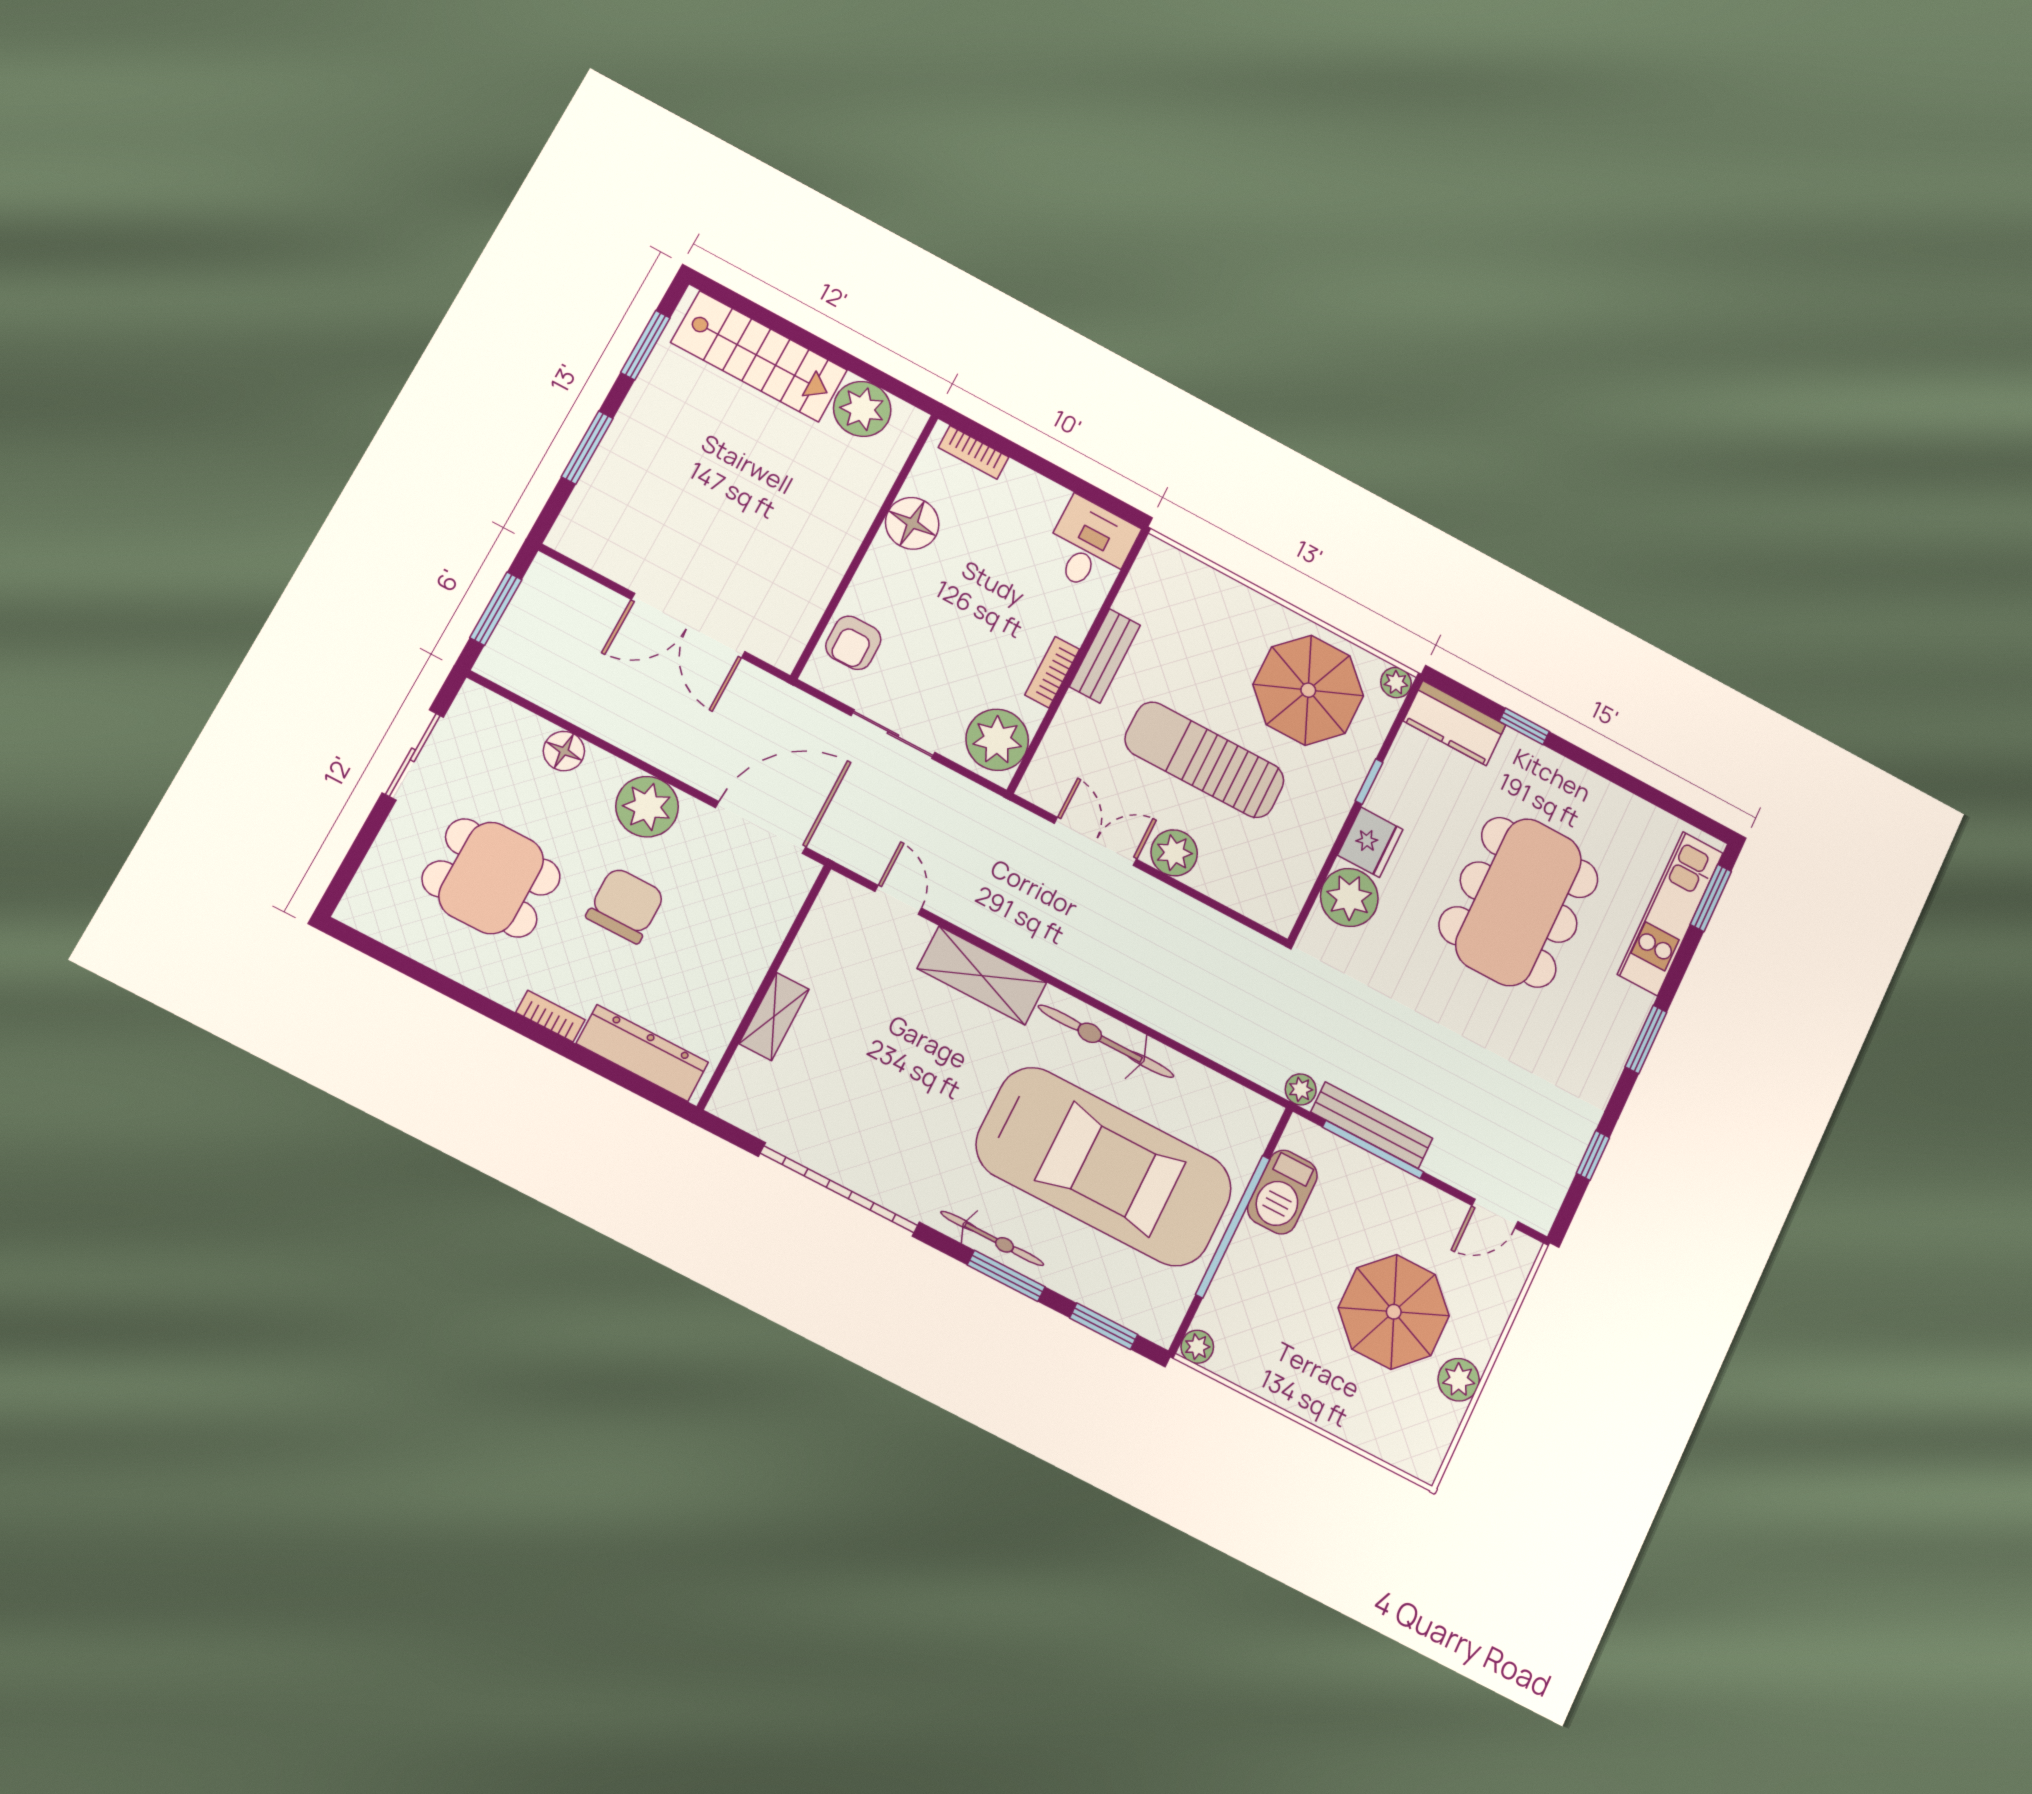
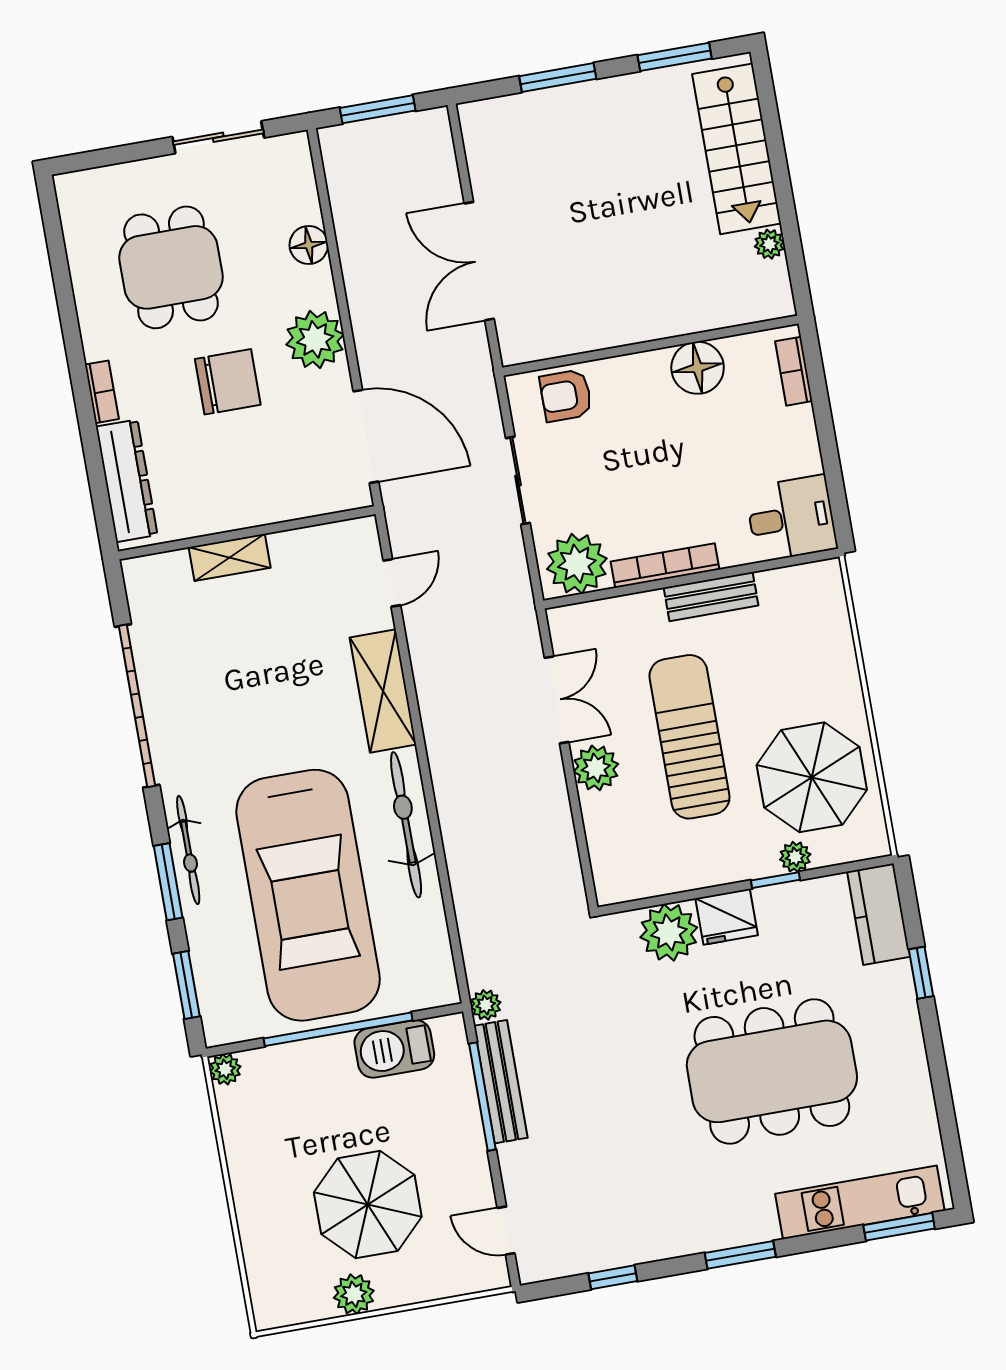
plant: (862, 409) -> (769, 244), width x0.53, depth x0.53
bookcase: (1052, 672) -> (665, 565), width x1.56
plant: (1396, 683) -> (795, 857), moved

